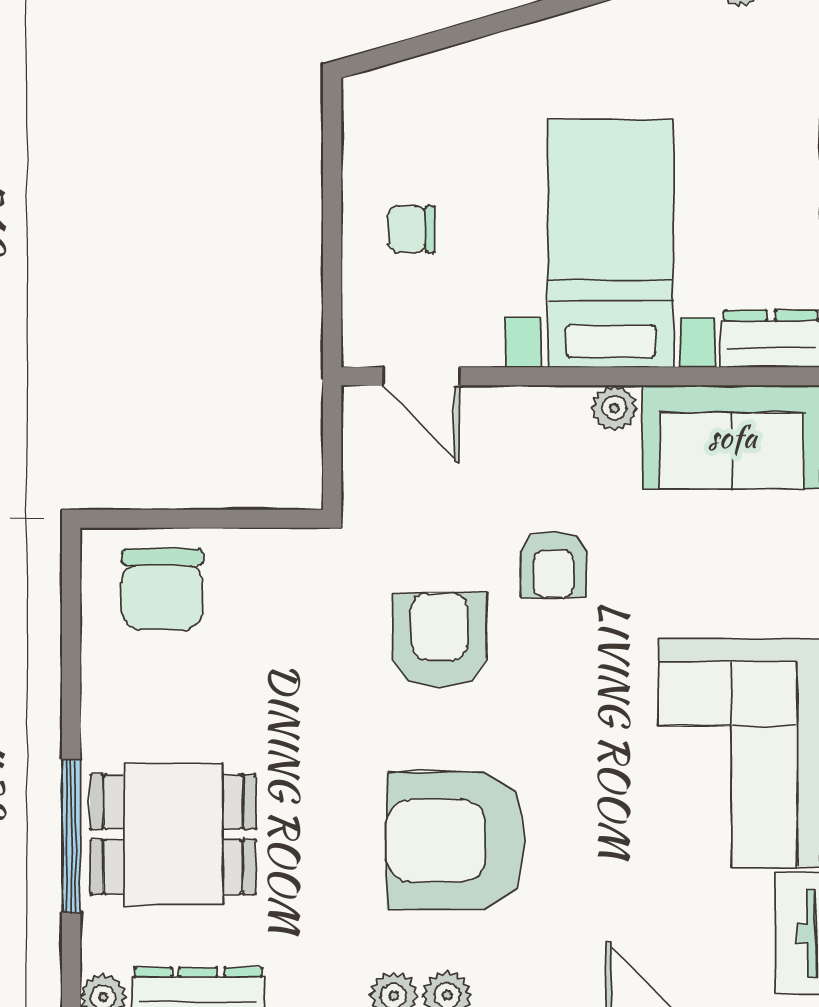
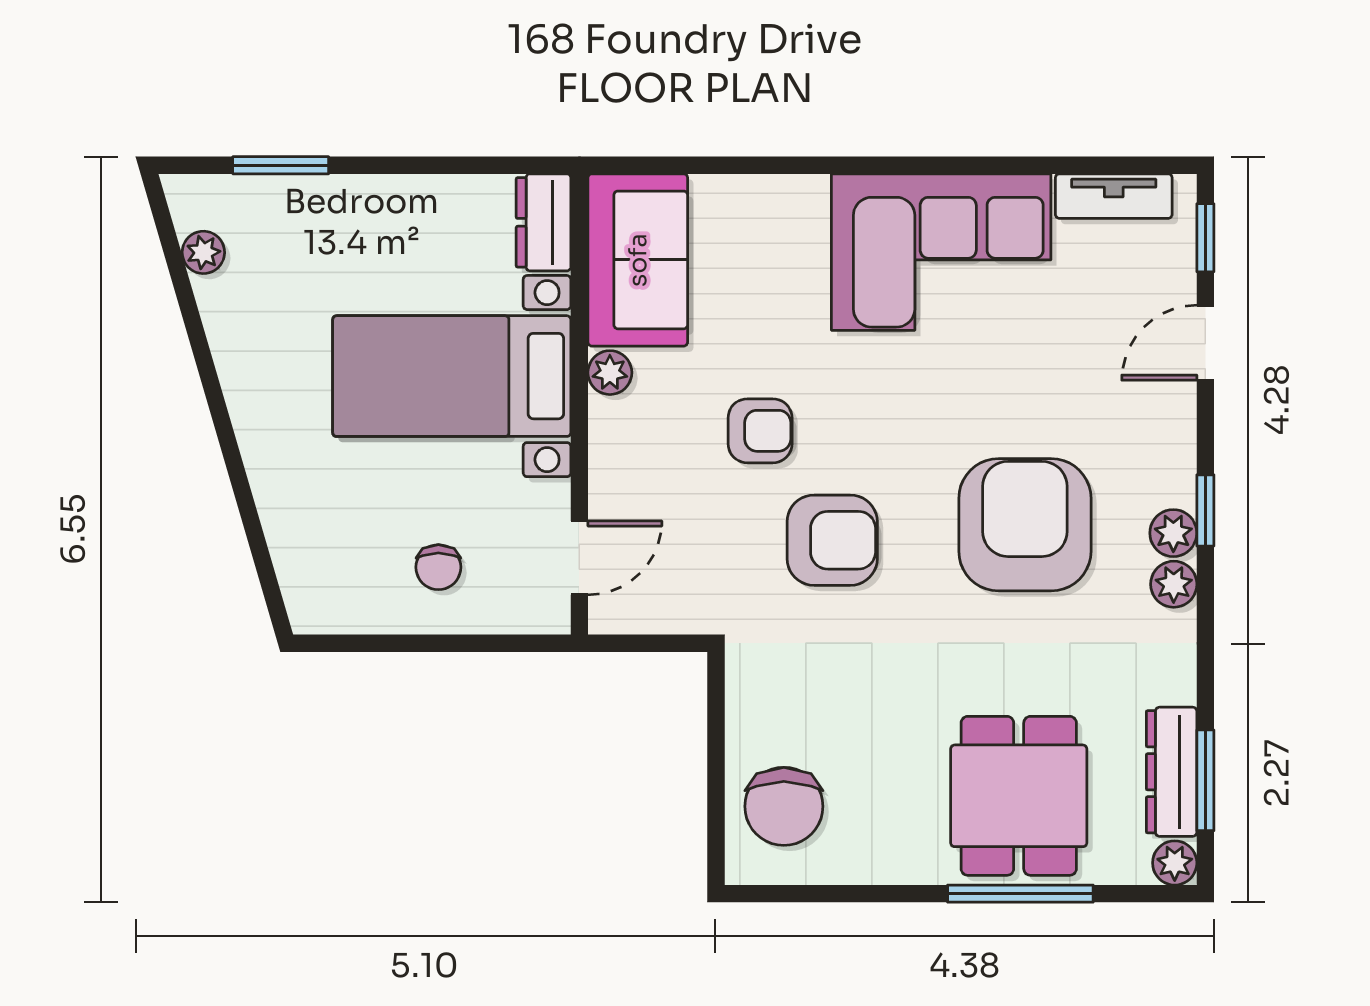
chair: (162, 589) -> (784, 806), turned 90
armchair: (440, 640) -> (832, 540), turned 180
armchair: (456, 841) -> (1025, 525), turned 180

